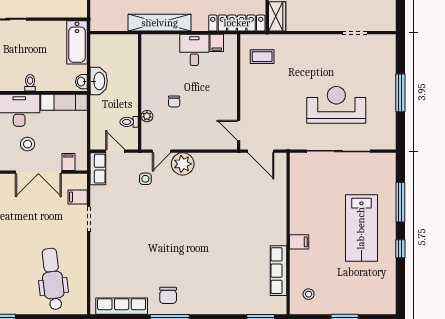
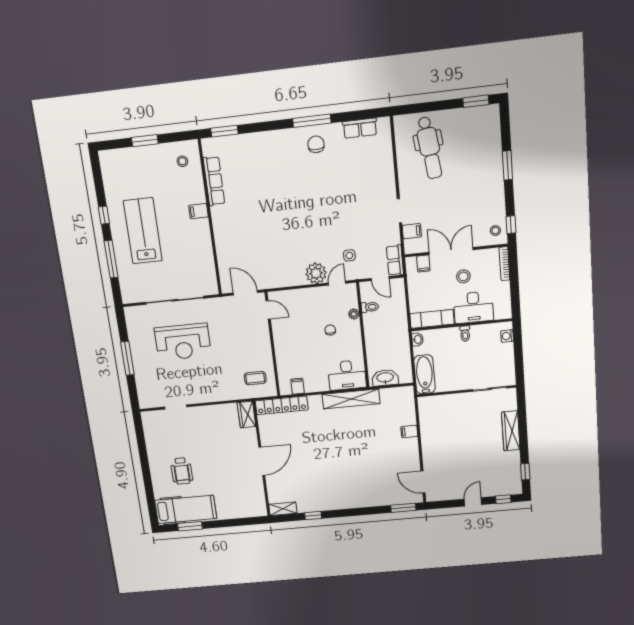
desk: (194, 50) -> (347, 375), moved, width x1.37
washbasin: (99, 81) -> (385, 378), moved, turned 90
row of seats: (122, 306) -> (360, 128), width x0.68

